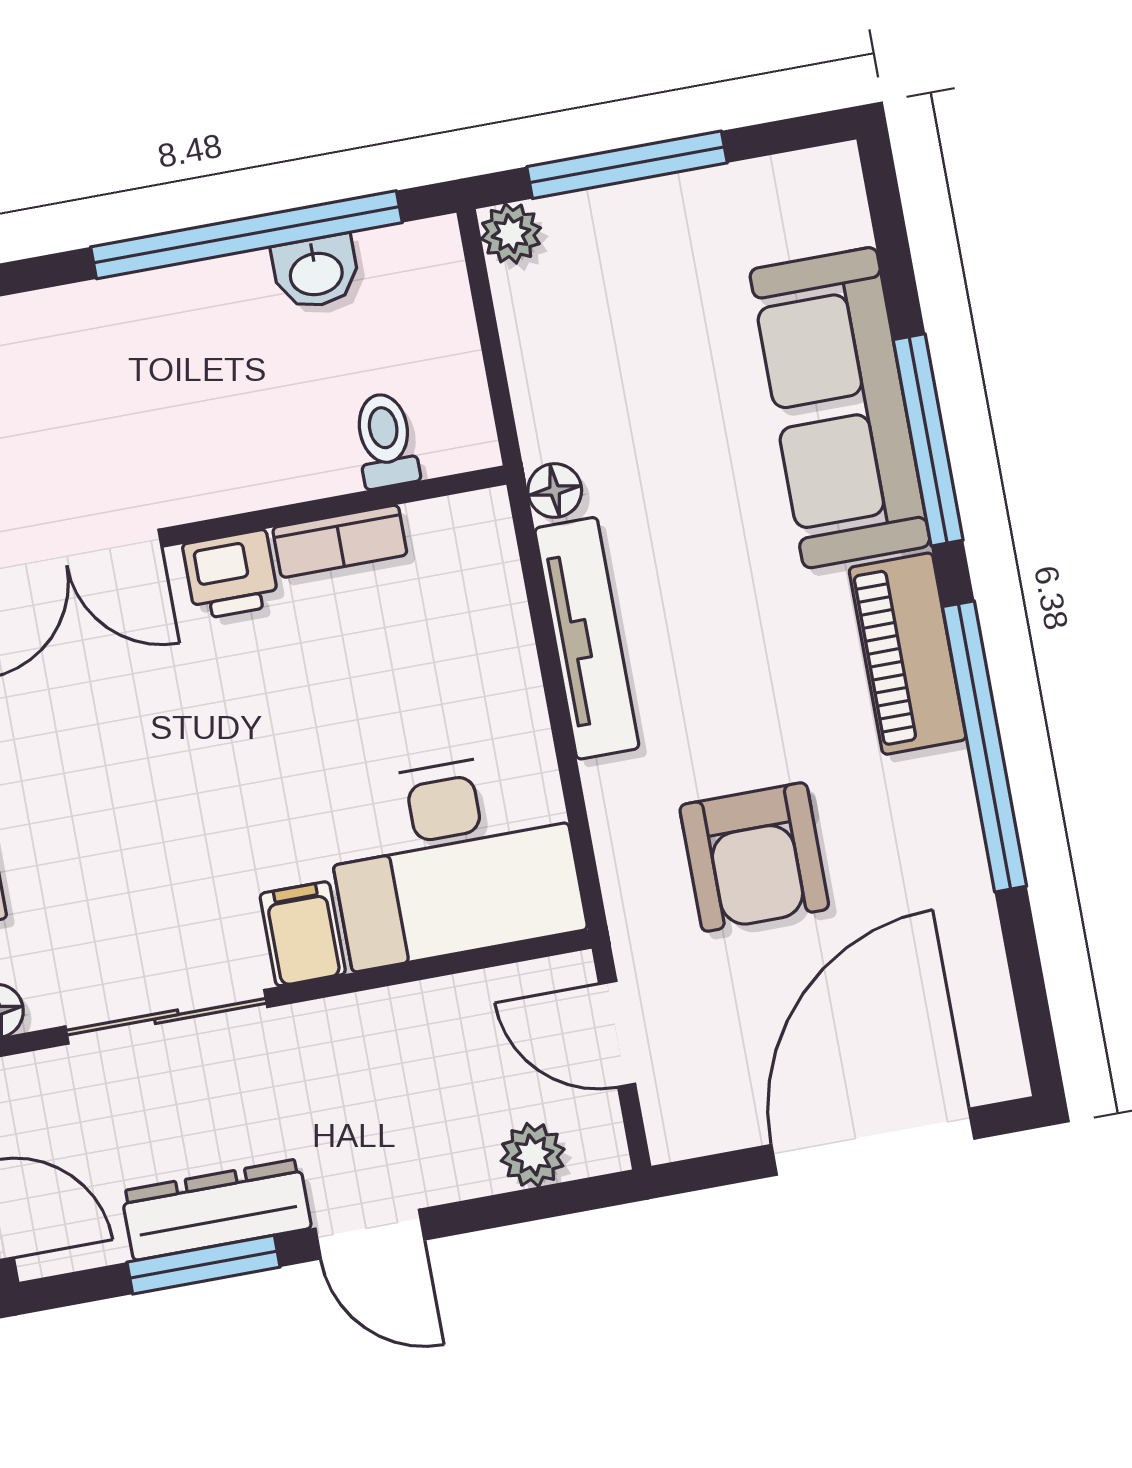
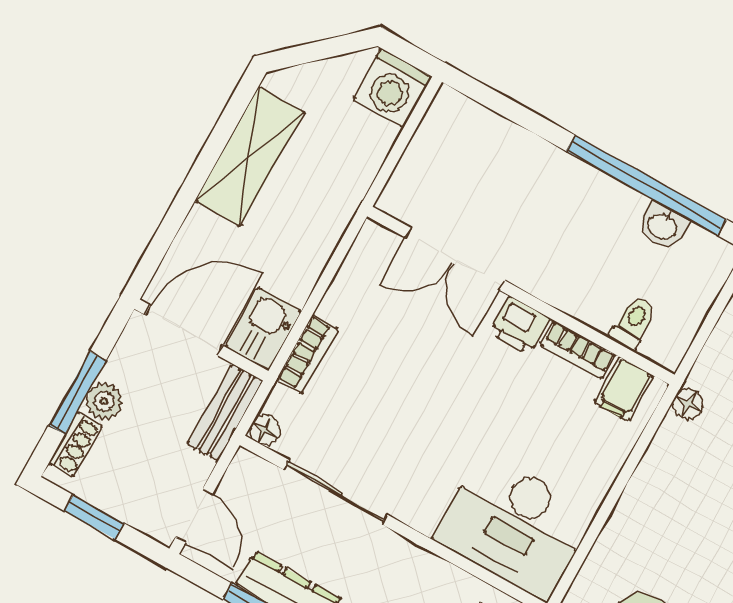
tv unit: (587, 638) -> (650, 479), removed
filing cabinet: (303, 934) -> (624, 389), moved, turned 180

